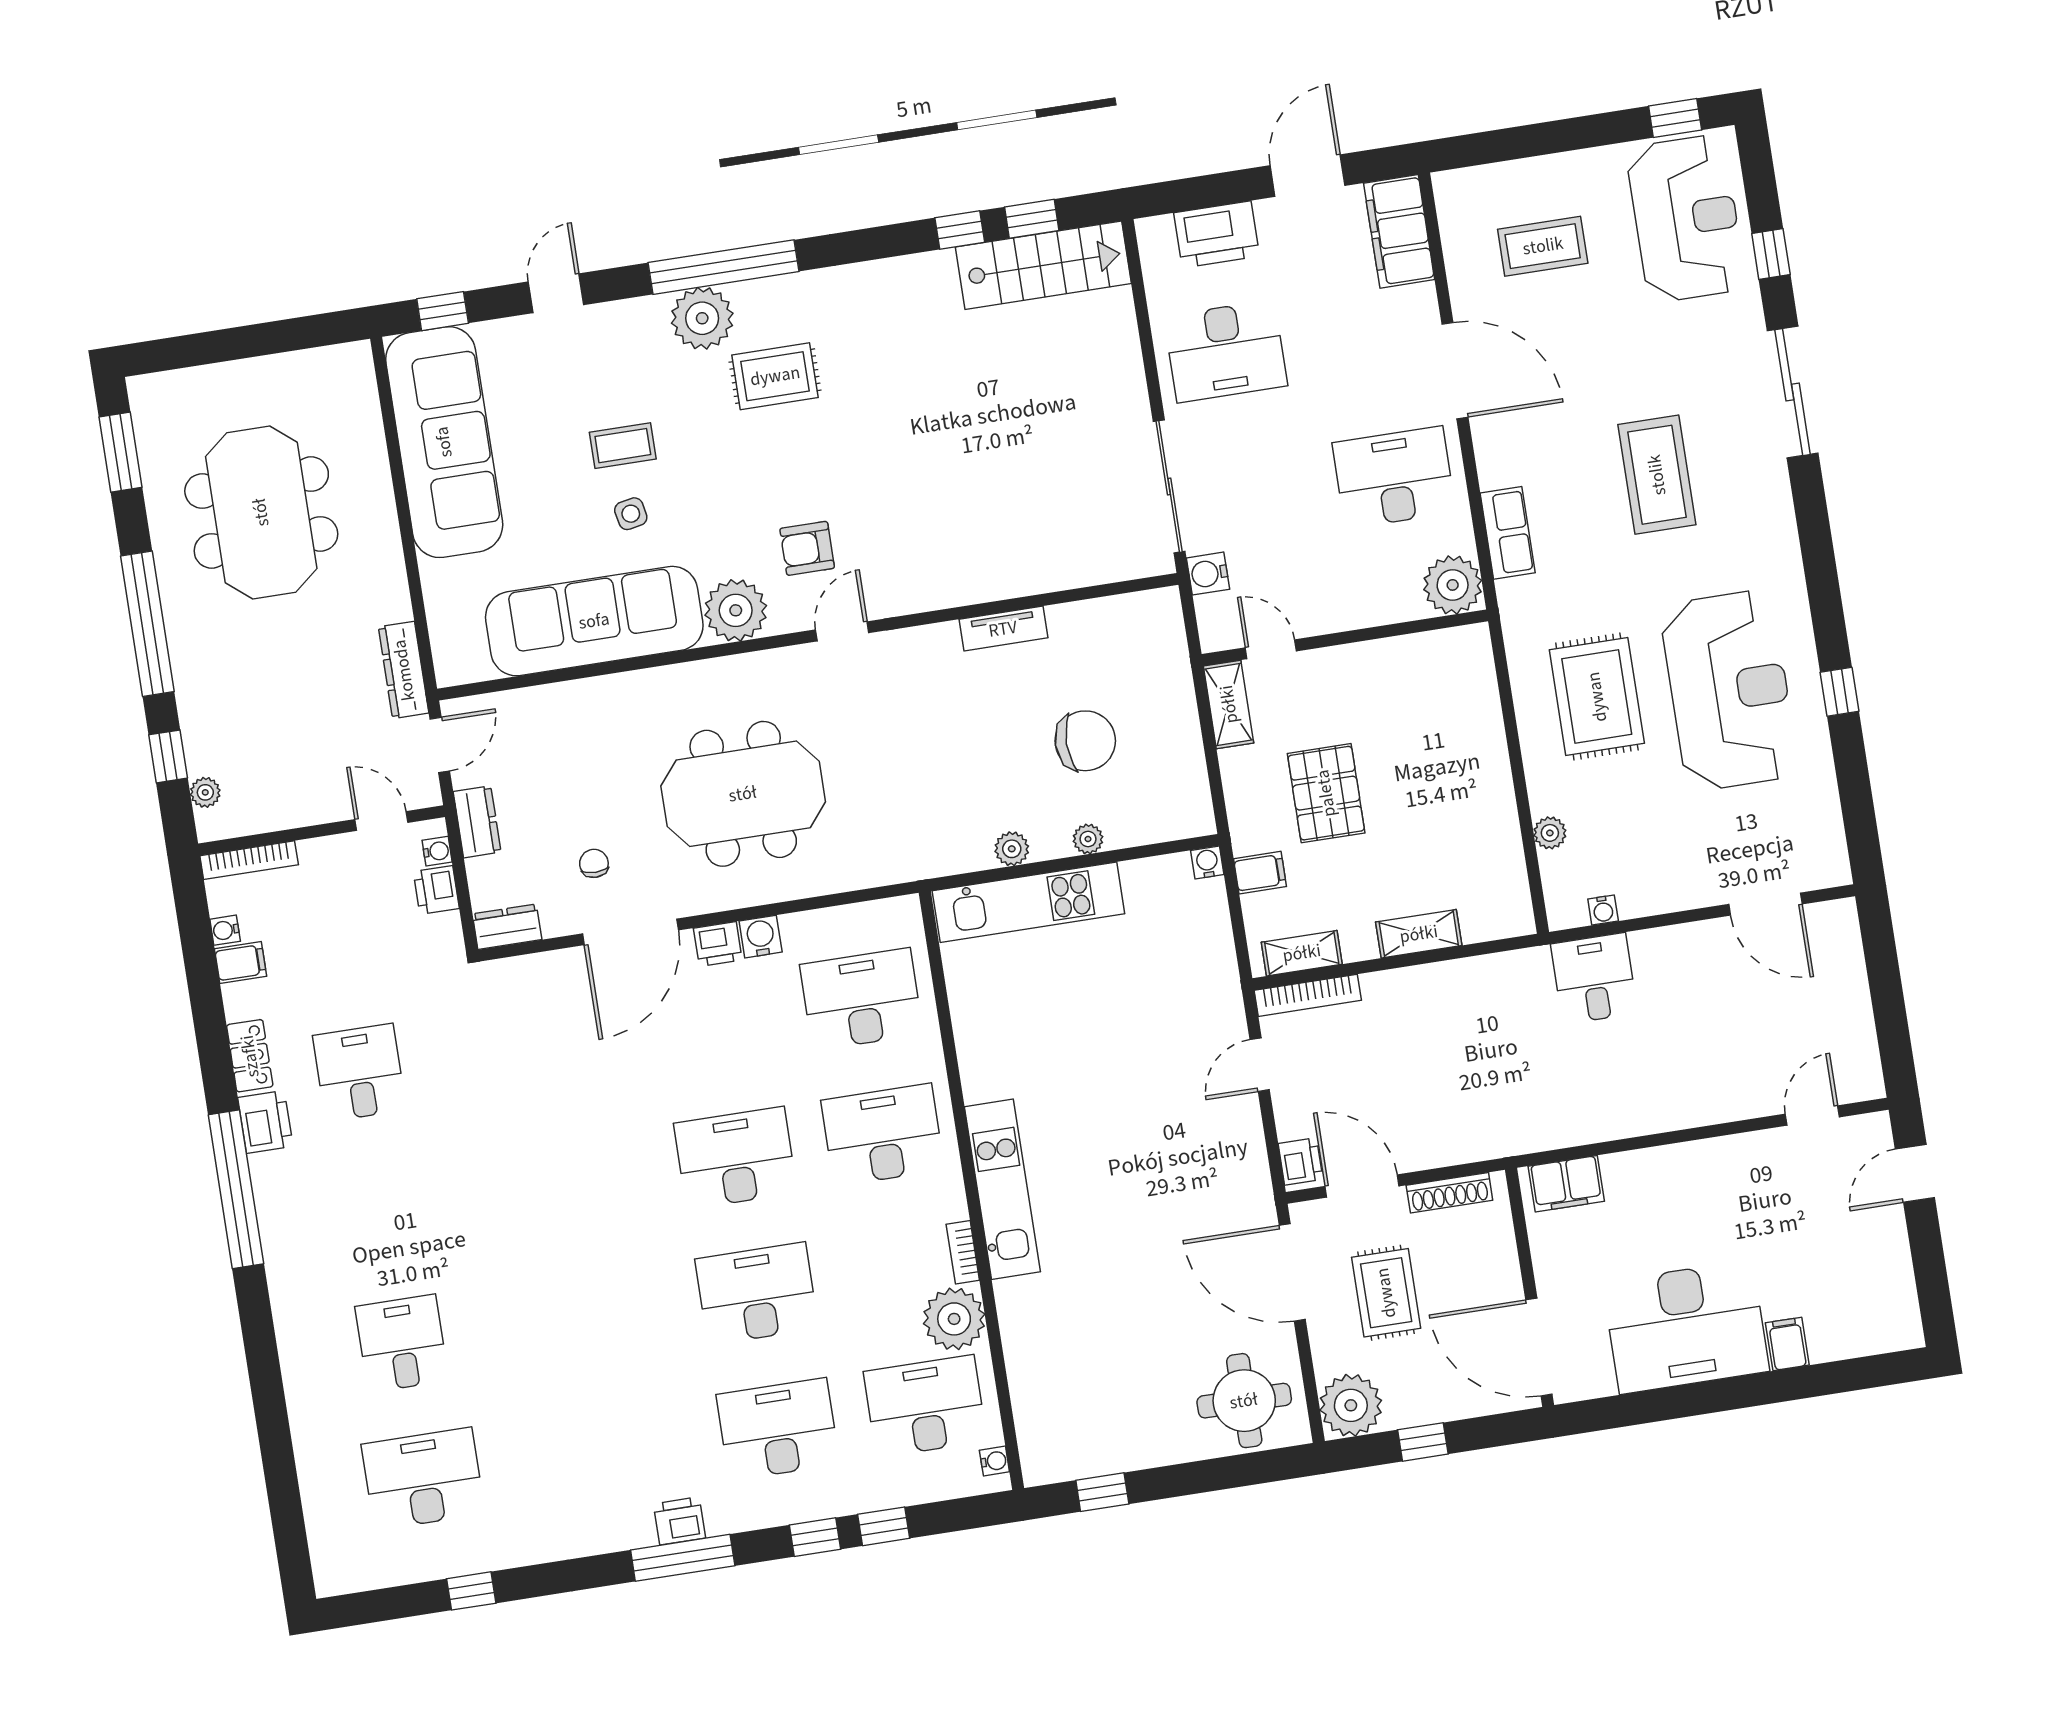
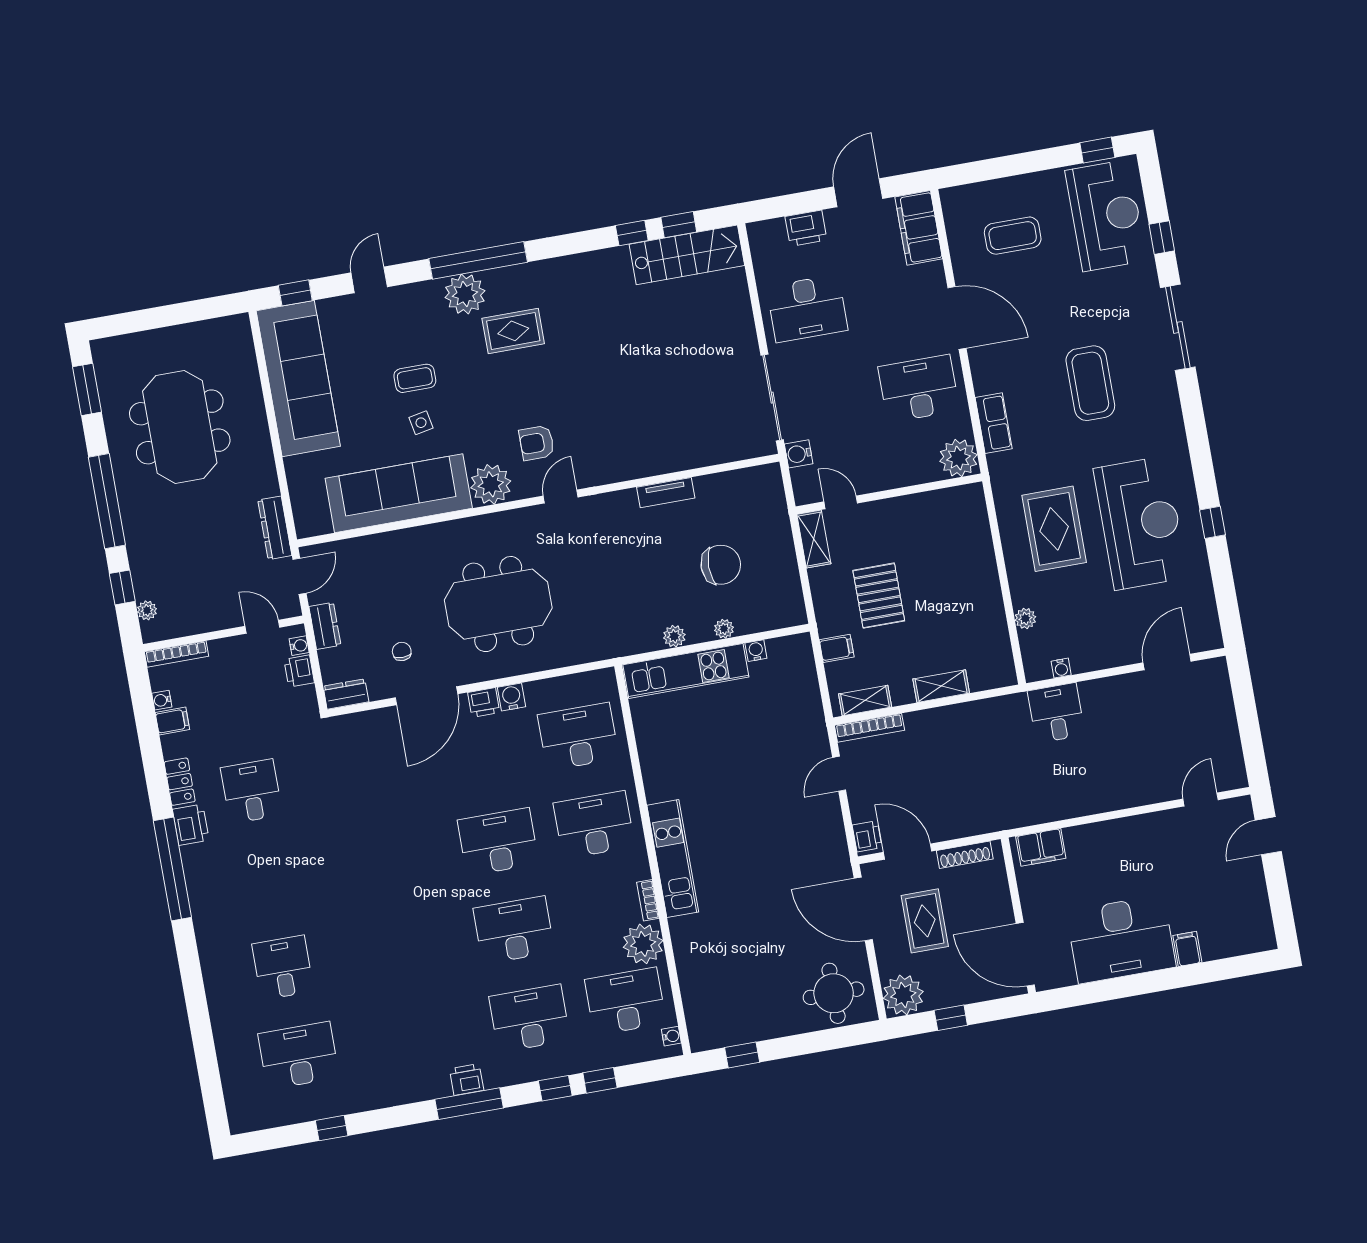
printer: (1217, 234) -> (806, 228), width x0.73, depth x0.84
water cooler: (1207, 862) -> (756, 651), moved
door: (1765, 904) -> (1167, 662), swing flipped

